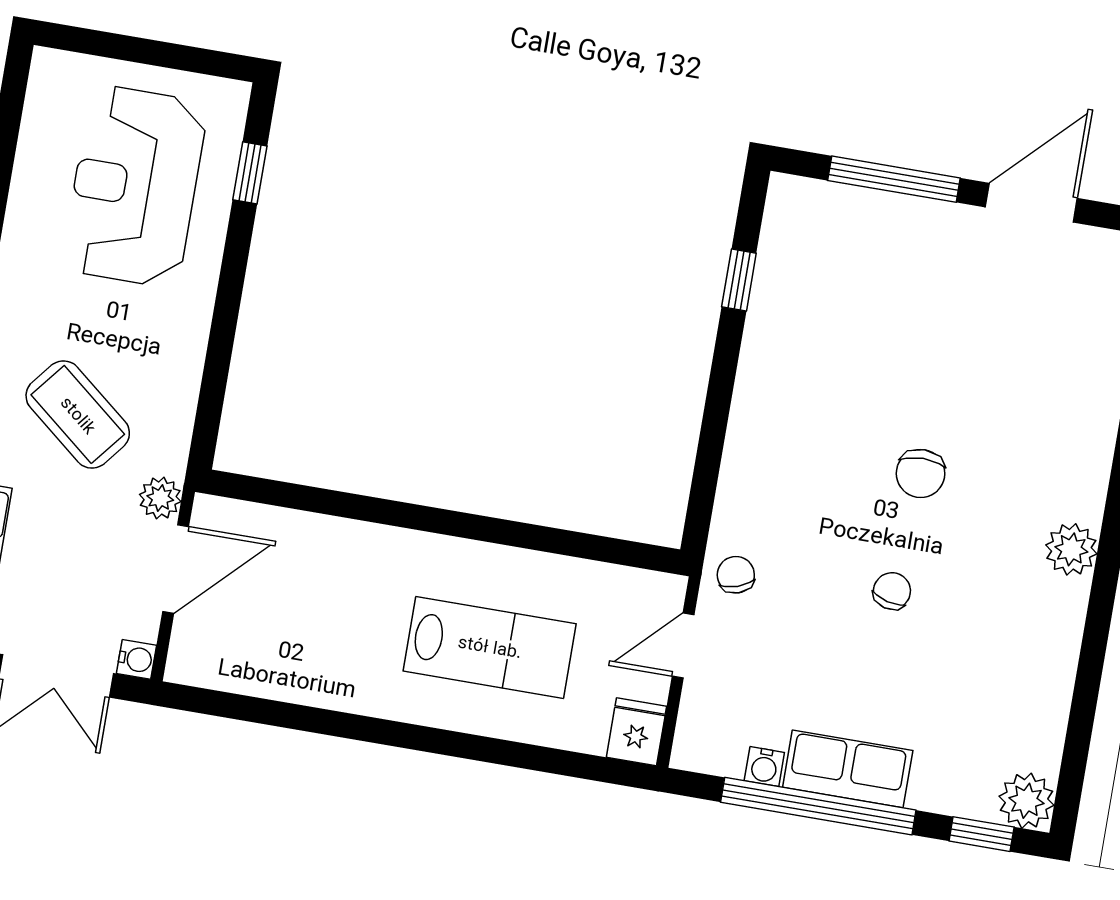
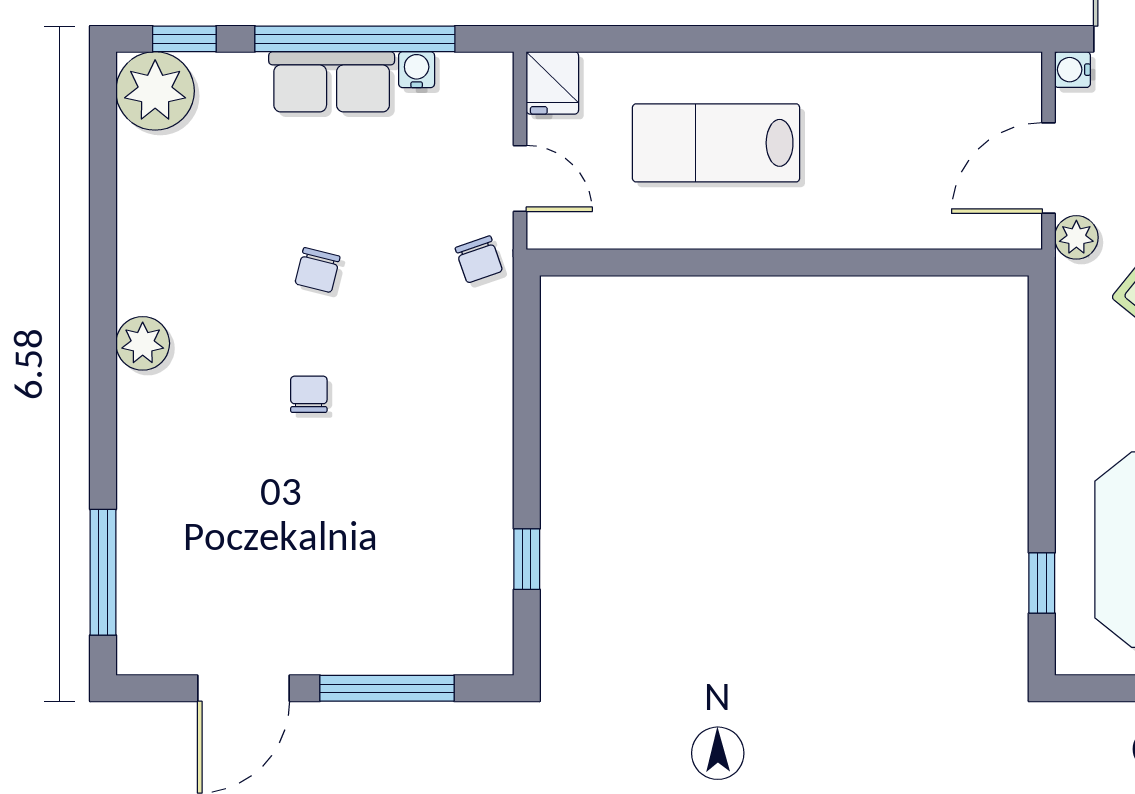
chair: (921, 473) -> (309, 394), width x0.73, depth x0.73
door: (683, 645) -> (520, 178), hinge flipped
plant: (1026, 801) -> (155, 91), width x1.36, depth x1.36

